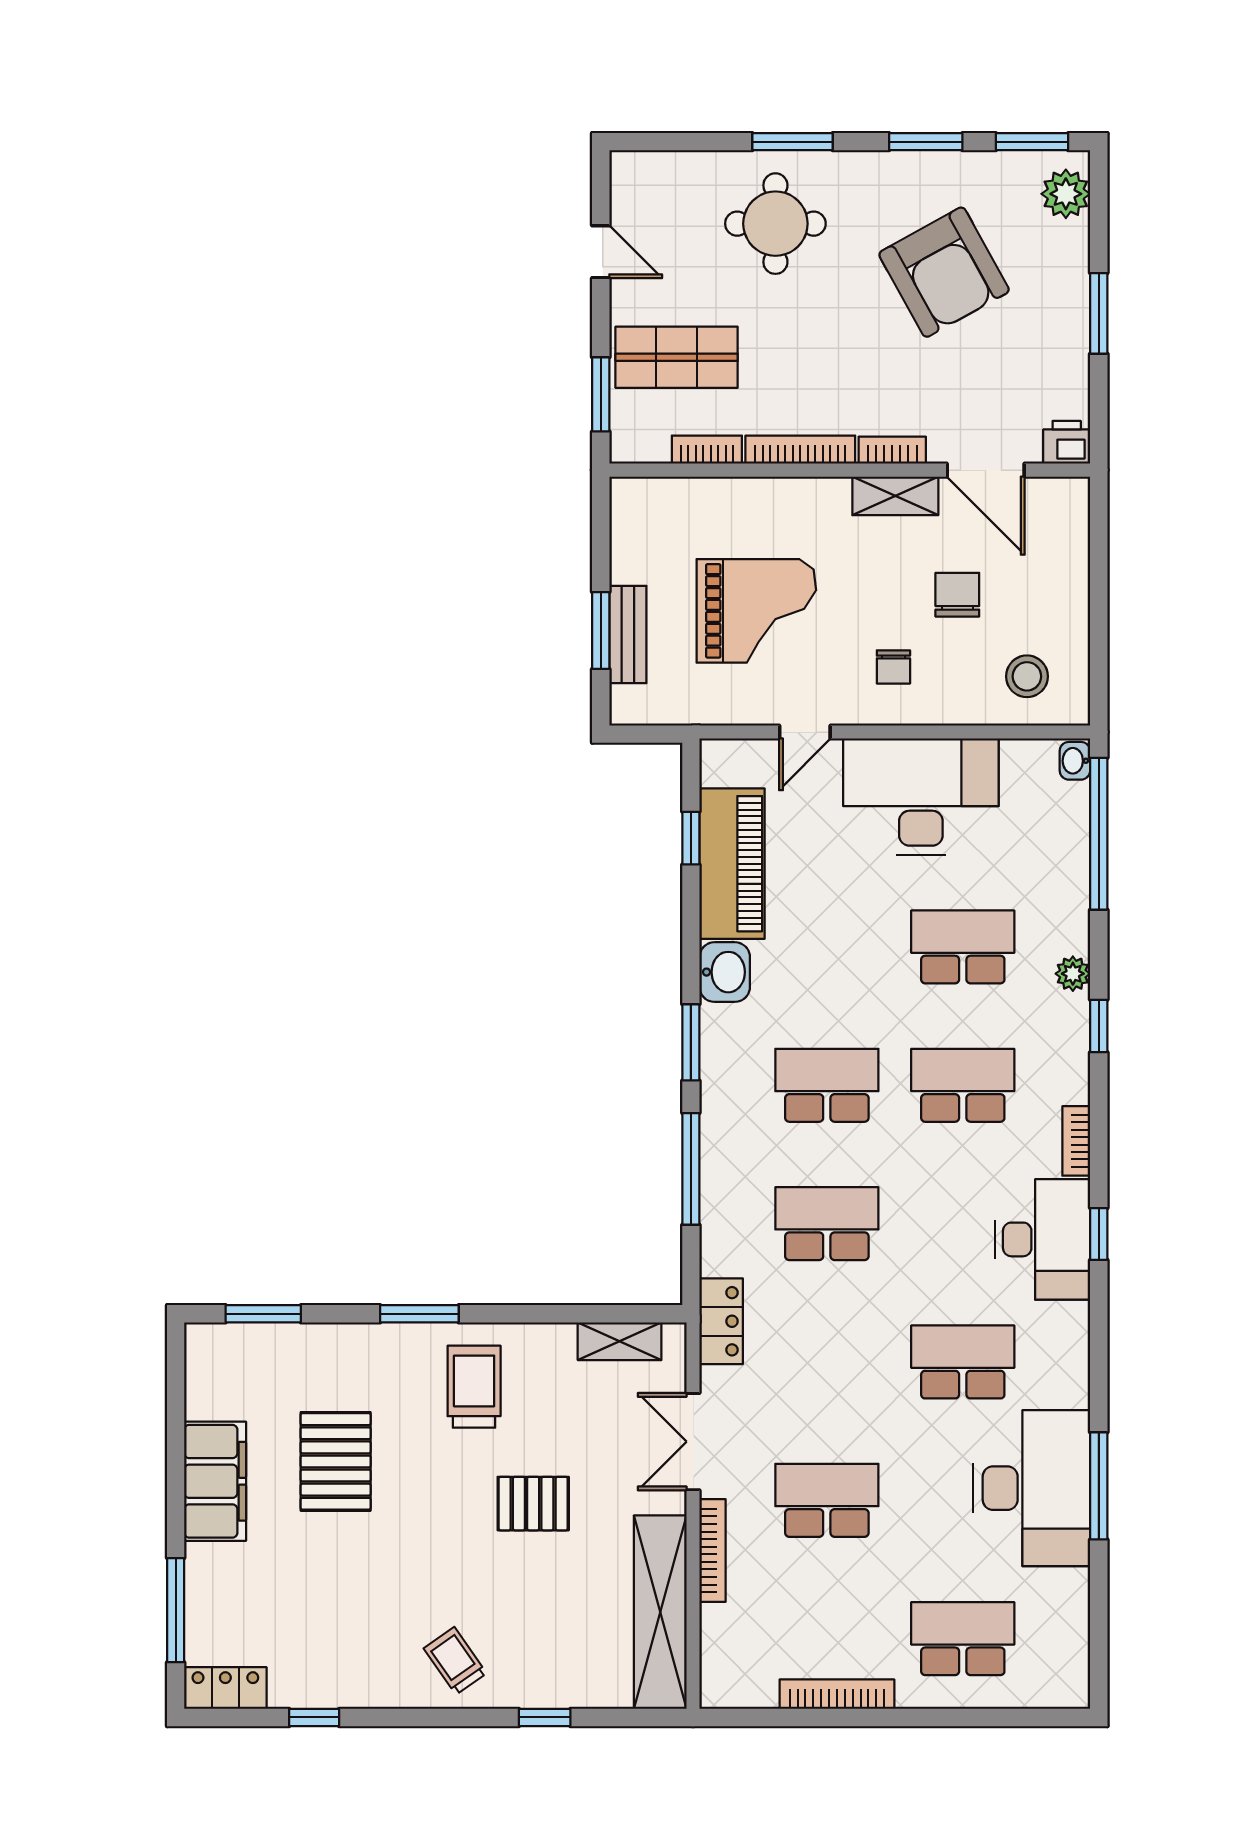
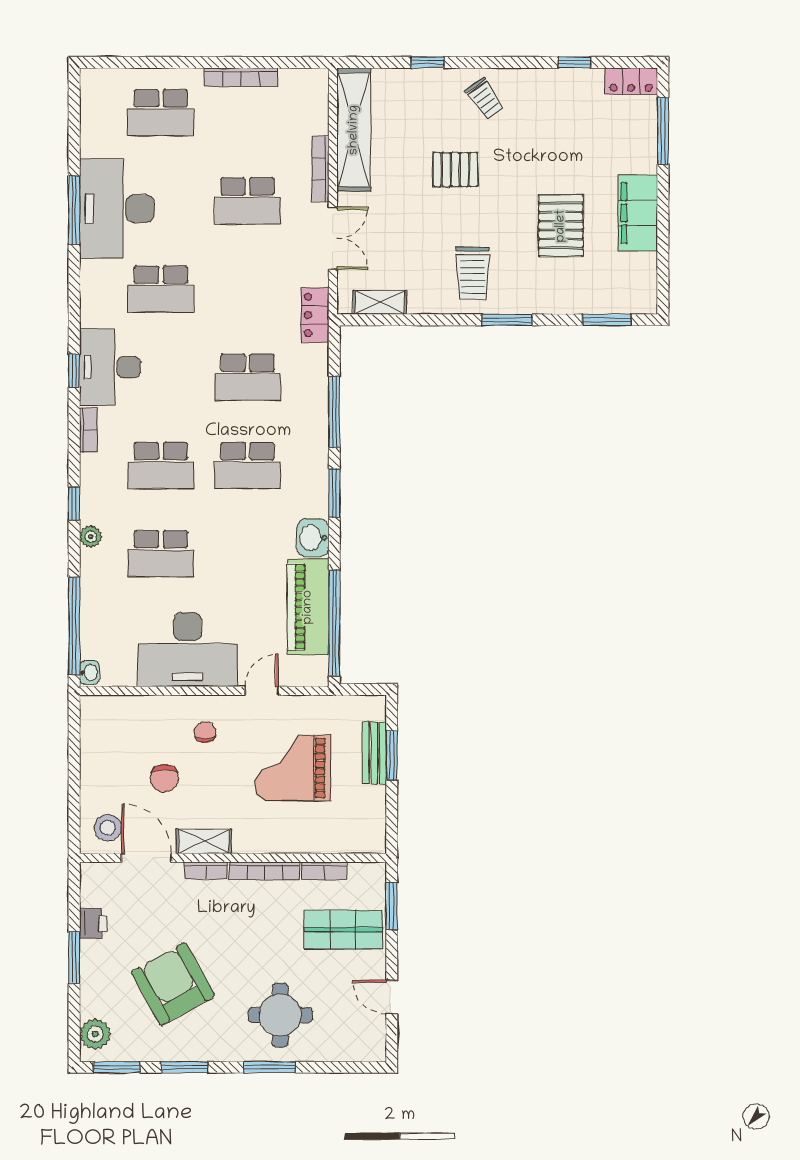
printer: (1067, 442) -> (93, 923), moved, turned -90
stool: (1027, 676) -> (108, 828), moved
window: (691, 838) -> (334, 623), width x3.17
pallet: (533, 1504) -> (455, 169), moved

